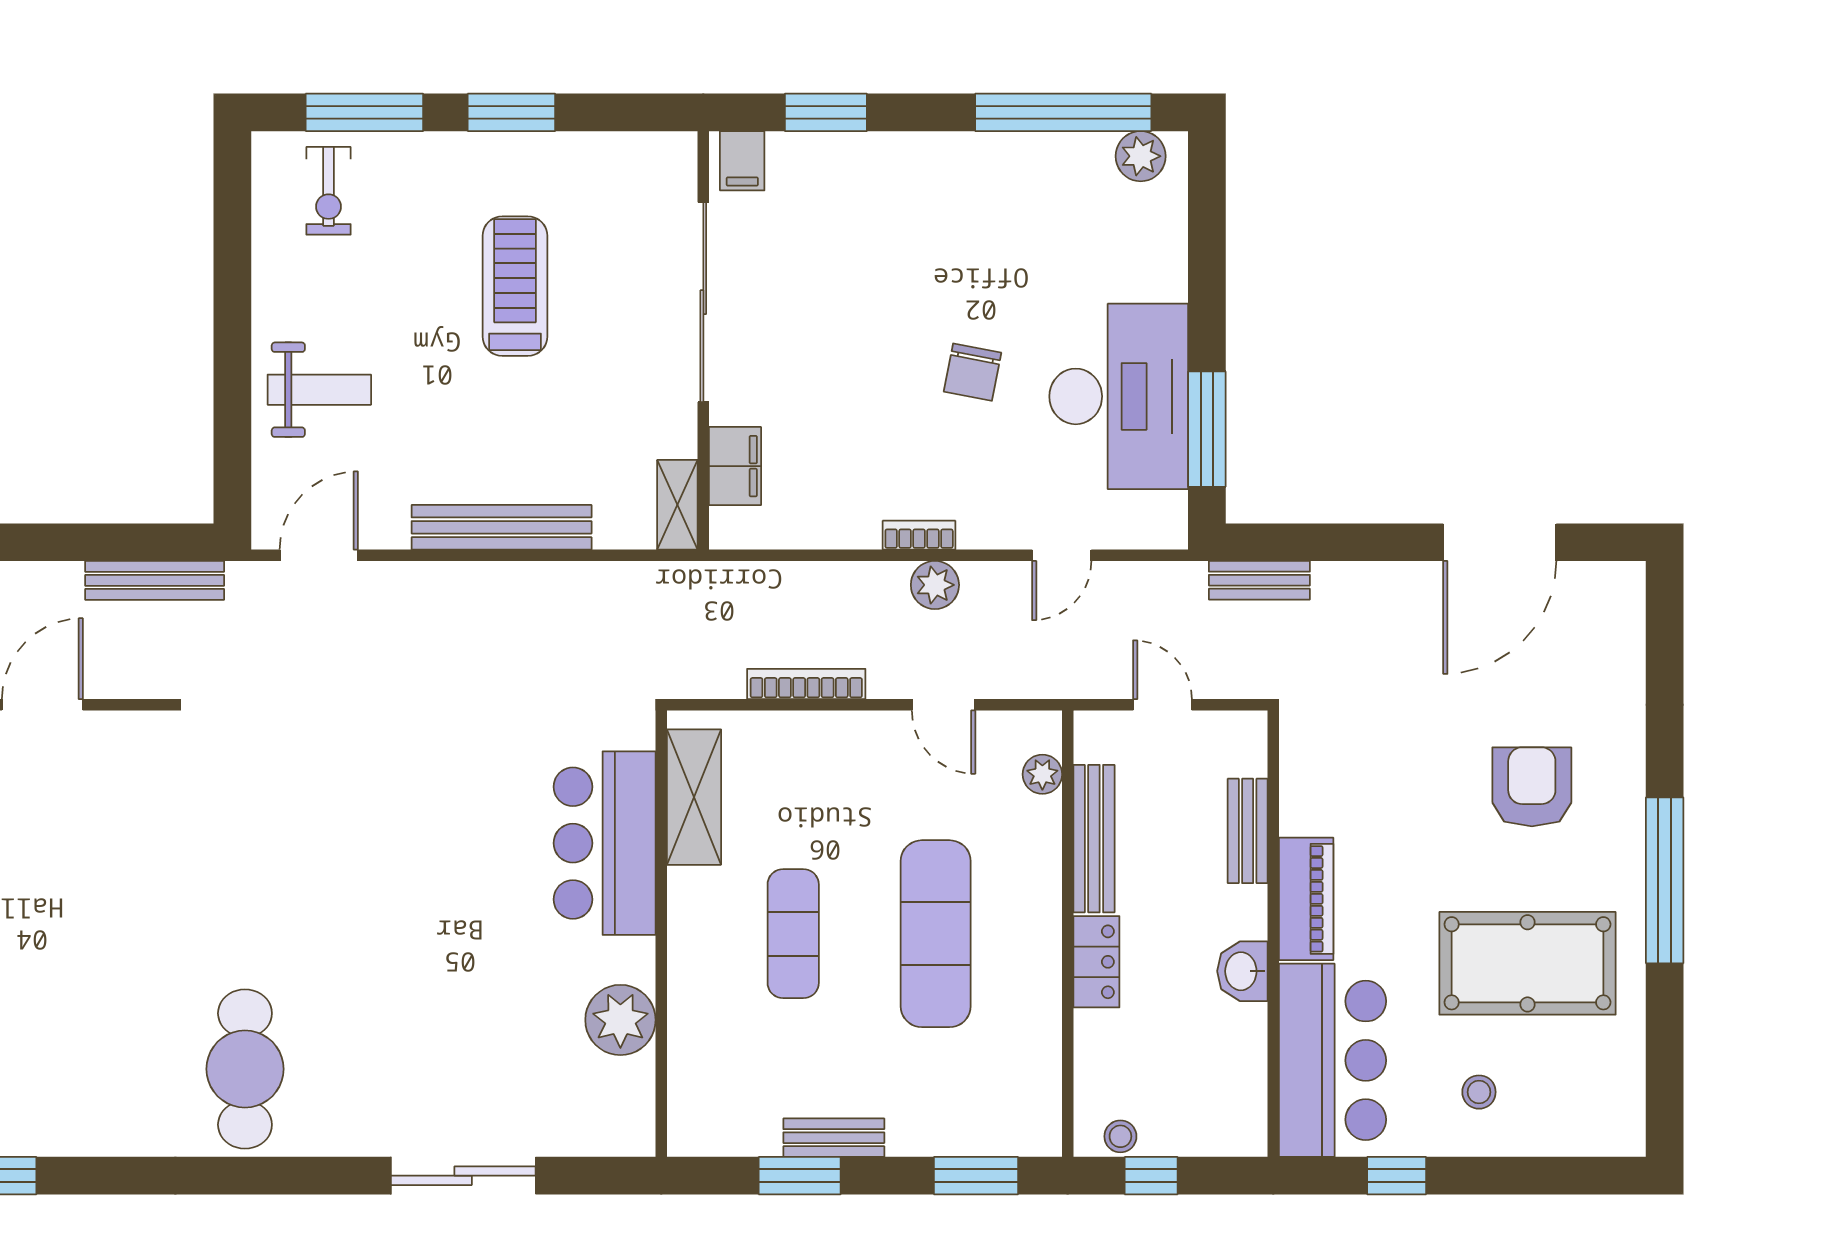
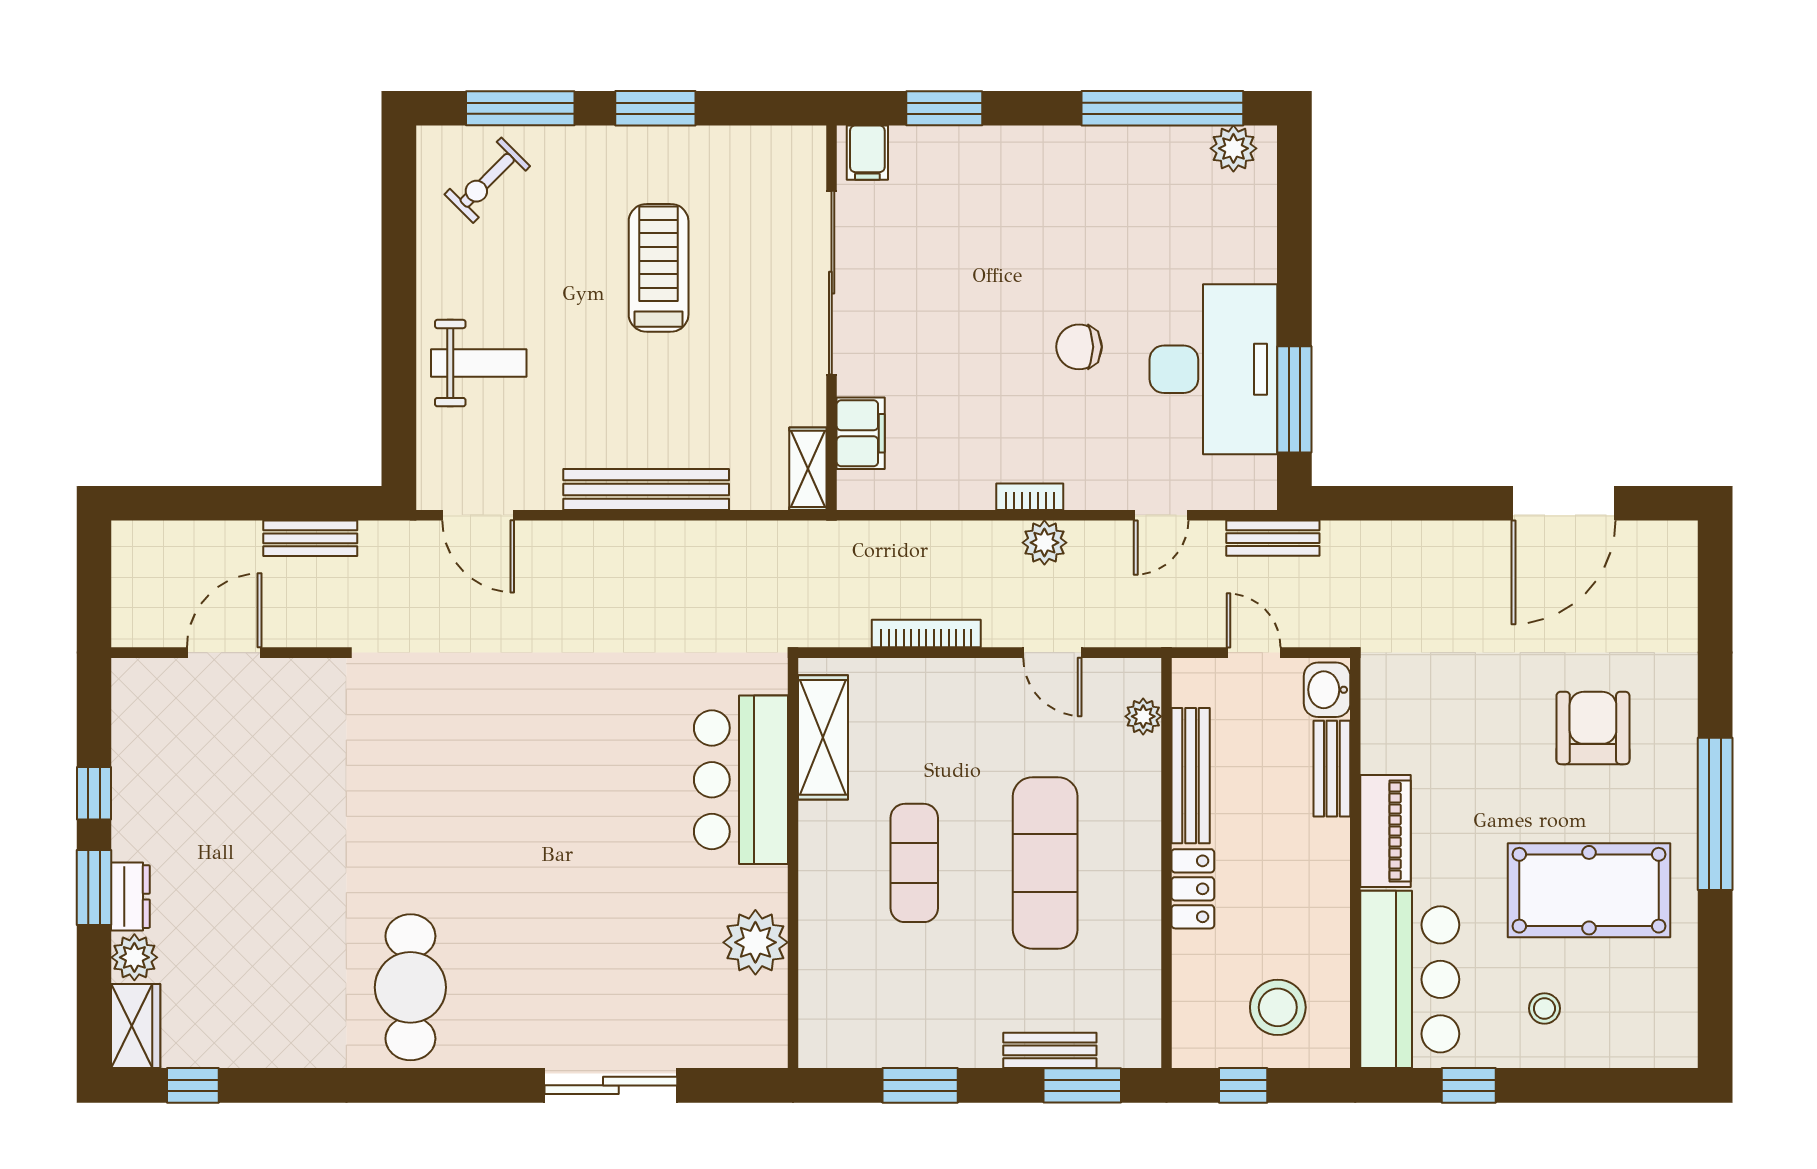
exercise bike: (328, 191) -> (487, 180), turned 45
chair: (973, 372) -> (1079, 347), turned 79
door: (319, 555) -> (478, 515), swing flipped
bench: (155, 580) -> (310, 538), width x0.73
bench: (1259, 580) -> (1273, 538), moved
washbasin: (1242, 971) -> (1327, 690), moved
stool: (1120, 1136) -> (1278, 1007), moved, width x1.89, depth x1.89
bench: (834, 1138) -> (1050, 1050), moved

